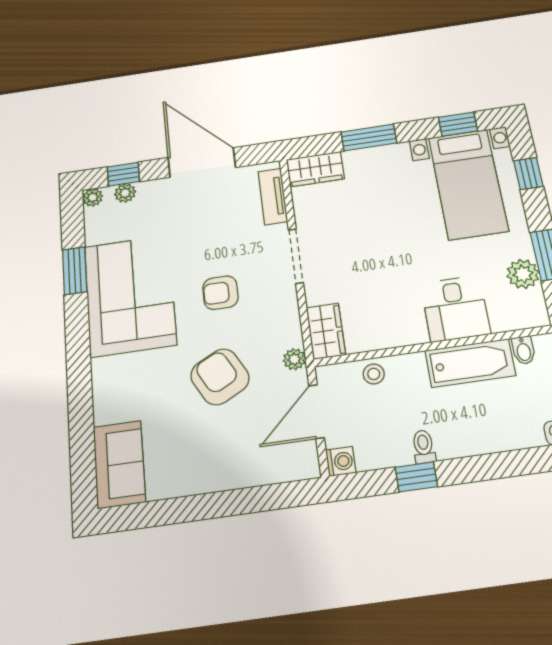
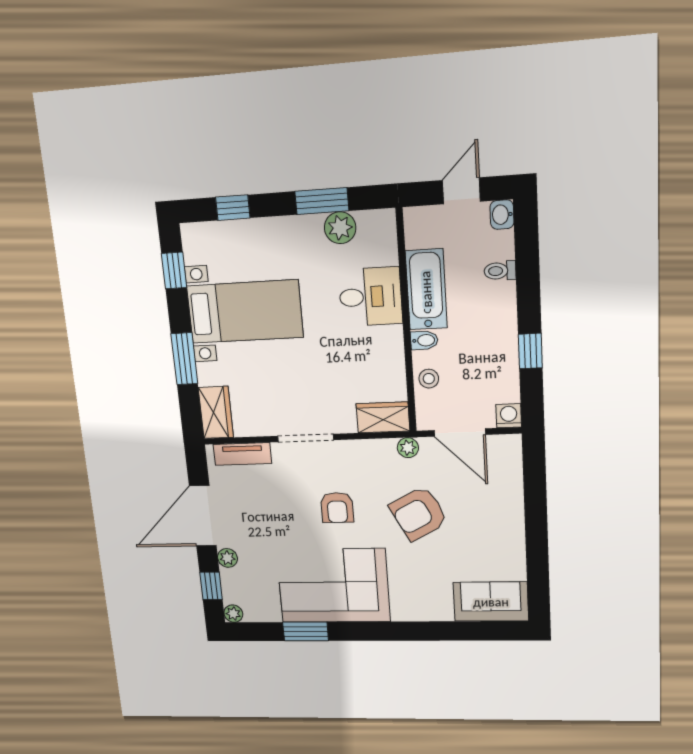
bed with nightstands: (468, 184) -> (245, 312), moved
plant: (125, 193) -> (227, 558), moved
bidet: (523, 350) -> (424, 340), moved
toilet: (424, 447) -> (500, 271), moved

